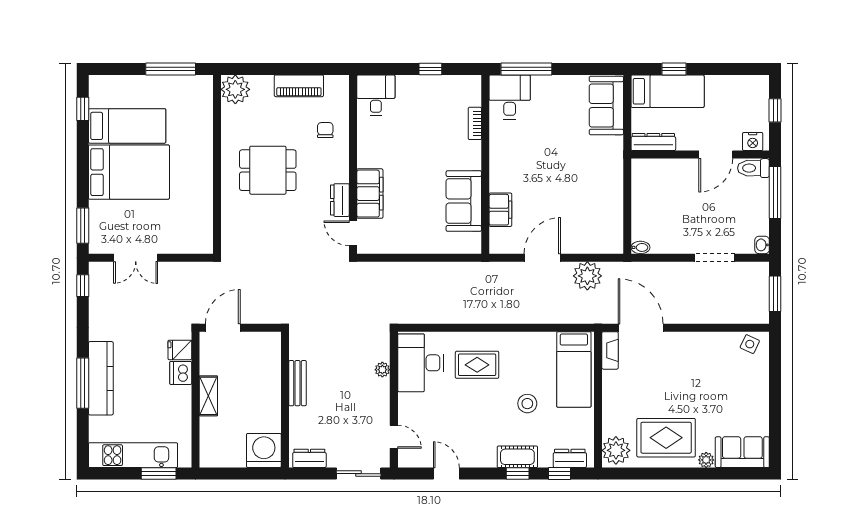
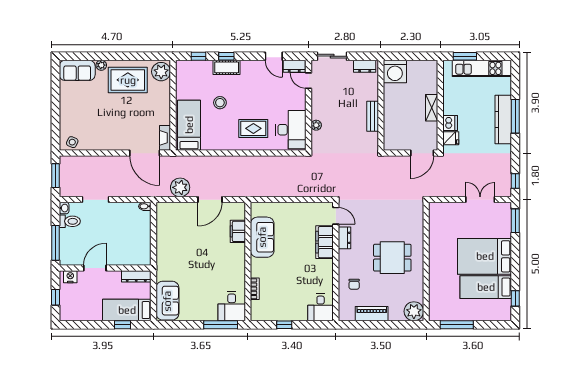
toilet: (753, 168) -> (70, 221), moved
dresser: (570, 458) -> (294, 66), moved

